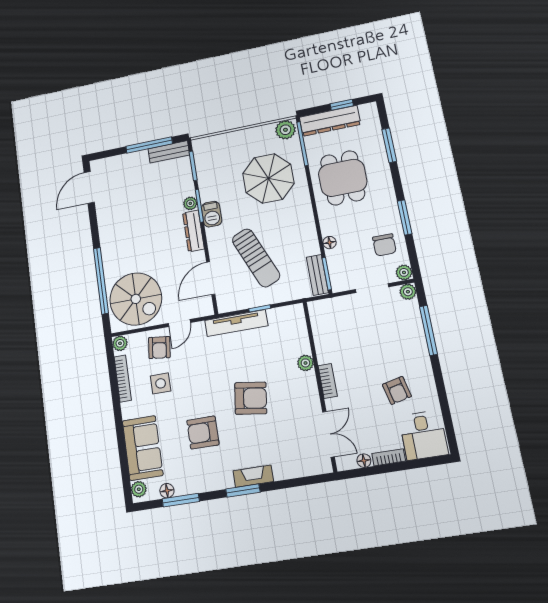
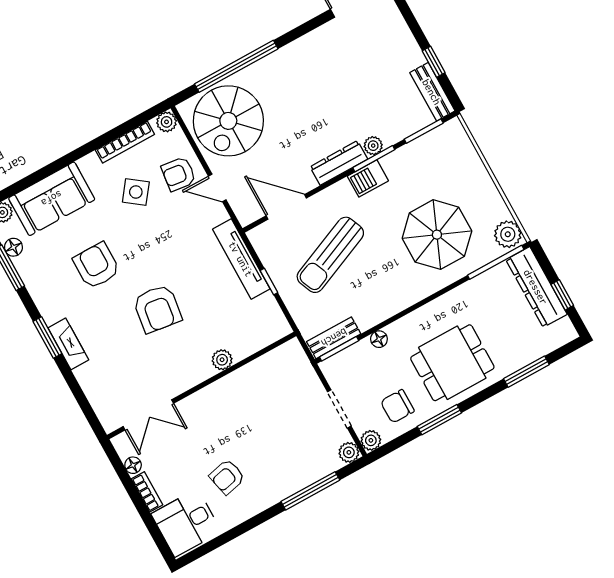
window: (149, 145) -> (434, 62), width x0.46
dining table: (343, 178) -> (452, 363), moved
bookcase: (328, 381) -> (210, 393), removed
side table: (161, 383) -> (136, 192), turned 37

